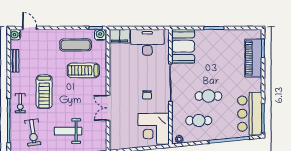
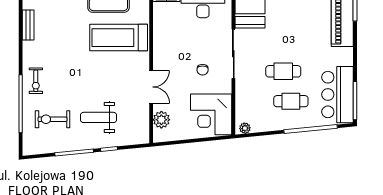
treadmill: (83, 70) -> (119, 38), width x1.37, depth x1.38
treadmill: (44, 92) -> (67, 66), removed
double door: (108, 108) -> (151, 87), swing flipped
cafe table: (199, 121) -> (291, 101), moved
exercise bike: (33, 132) -> (52, 119), turned 97
plant: (116, 133) -> (161, 120), added

